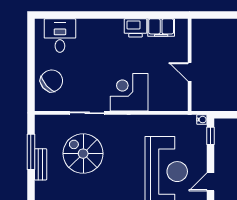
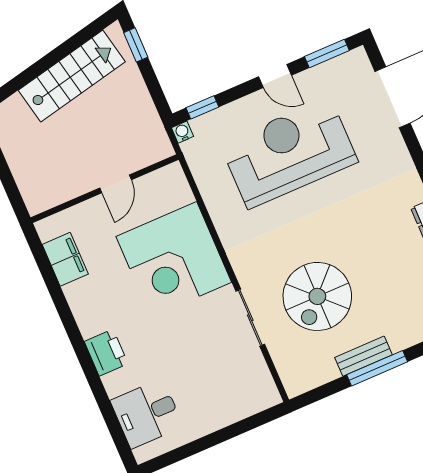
printer: (135, 28) -> (106, 353), moved
chair: (51, 81) -> (224, 396), removed
corner desk: (129, 92) -> (174, 259), width x1.36, depth x1.36
window: (31, 152) -> (377, 368), moved

